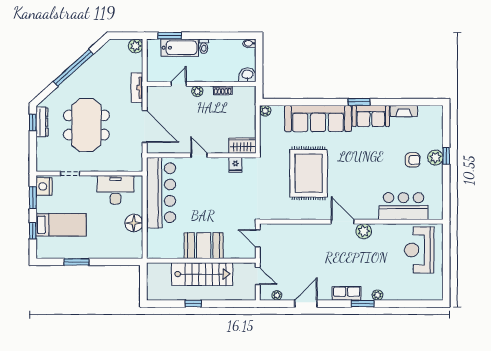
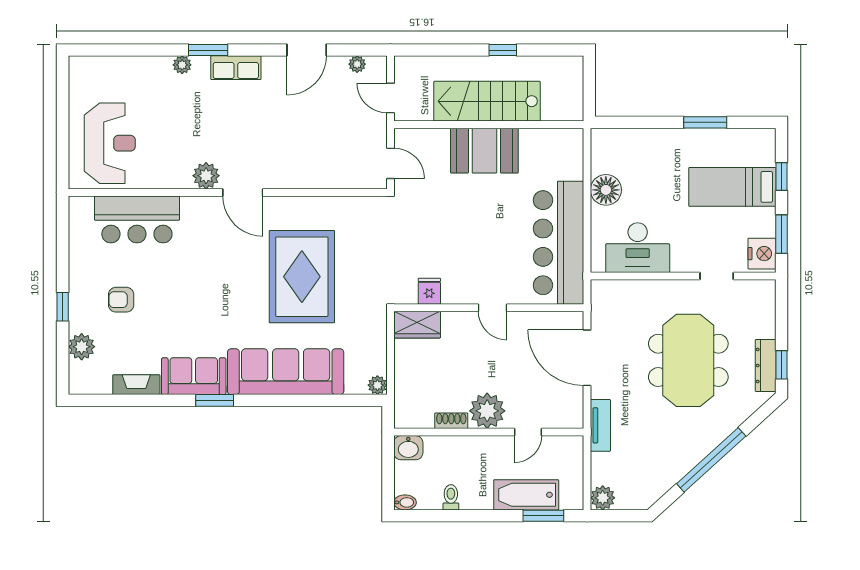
toilet: (204, 46) -> (451, 497), moved
plant: (197, 91) -> (487, 411), width x1.88, depth x1.88
plant: (435, 158) -> (82, 347), moved

